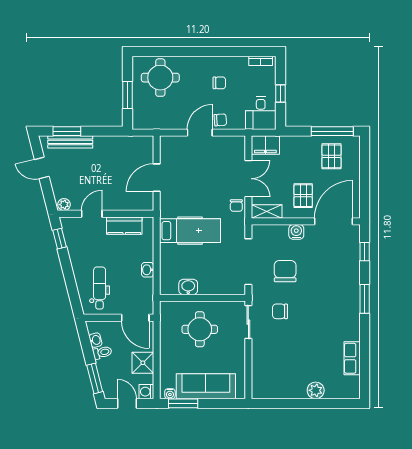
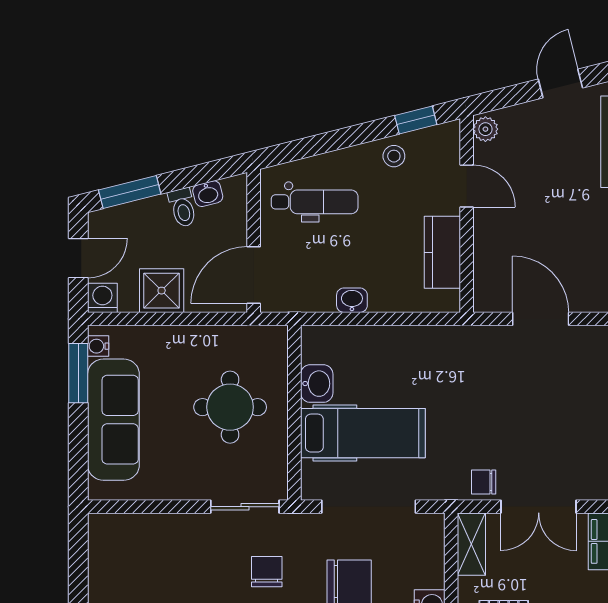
hospital bed: (190, 231) -> (363, 433), moved, turned -90
stool: (77, 249) -> (394, 156), added

